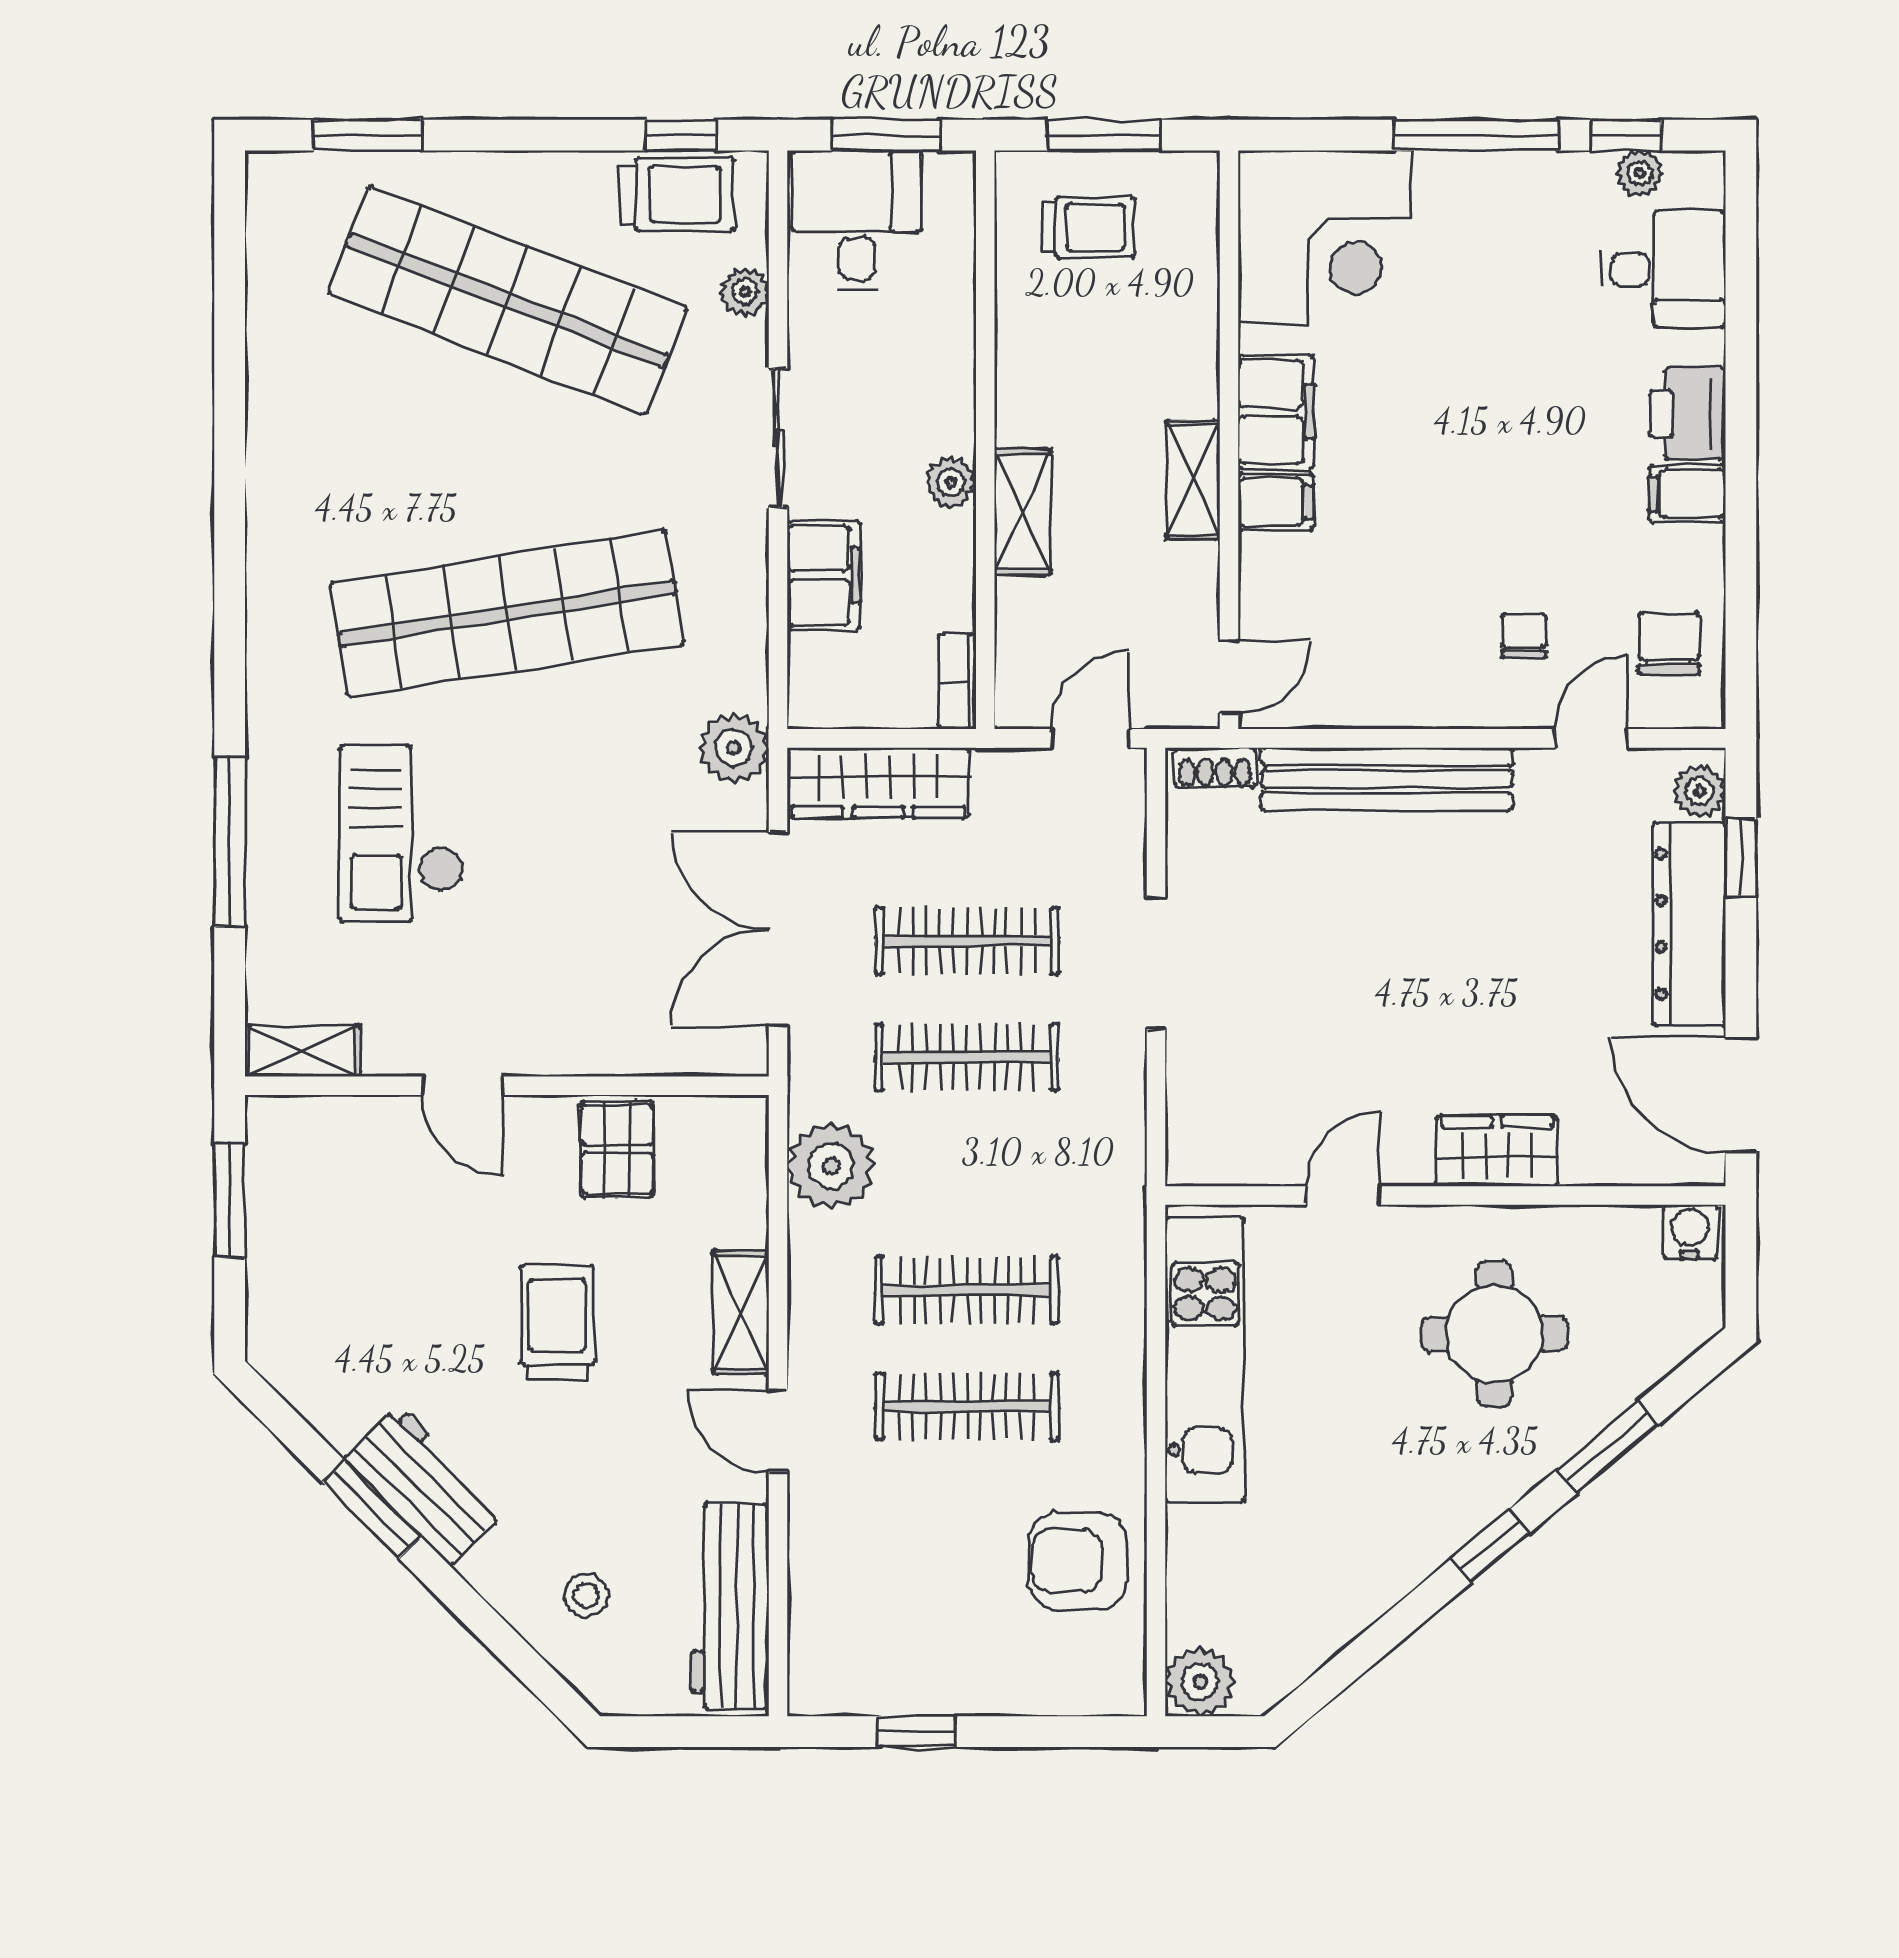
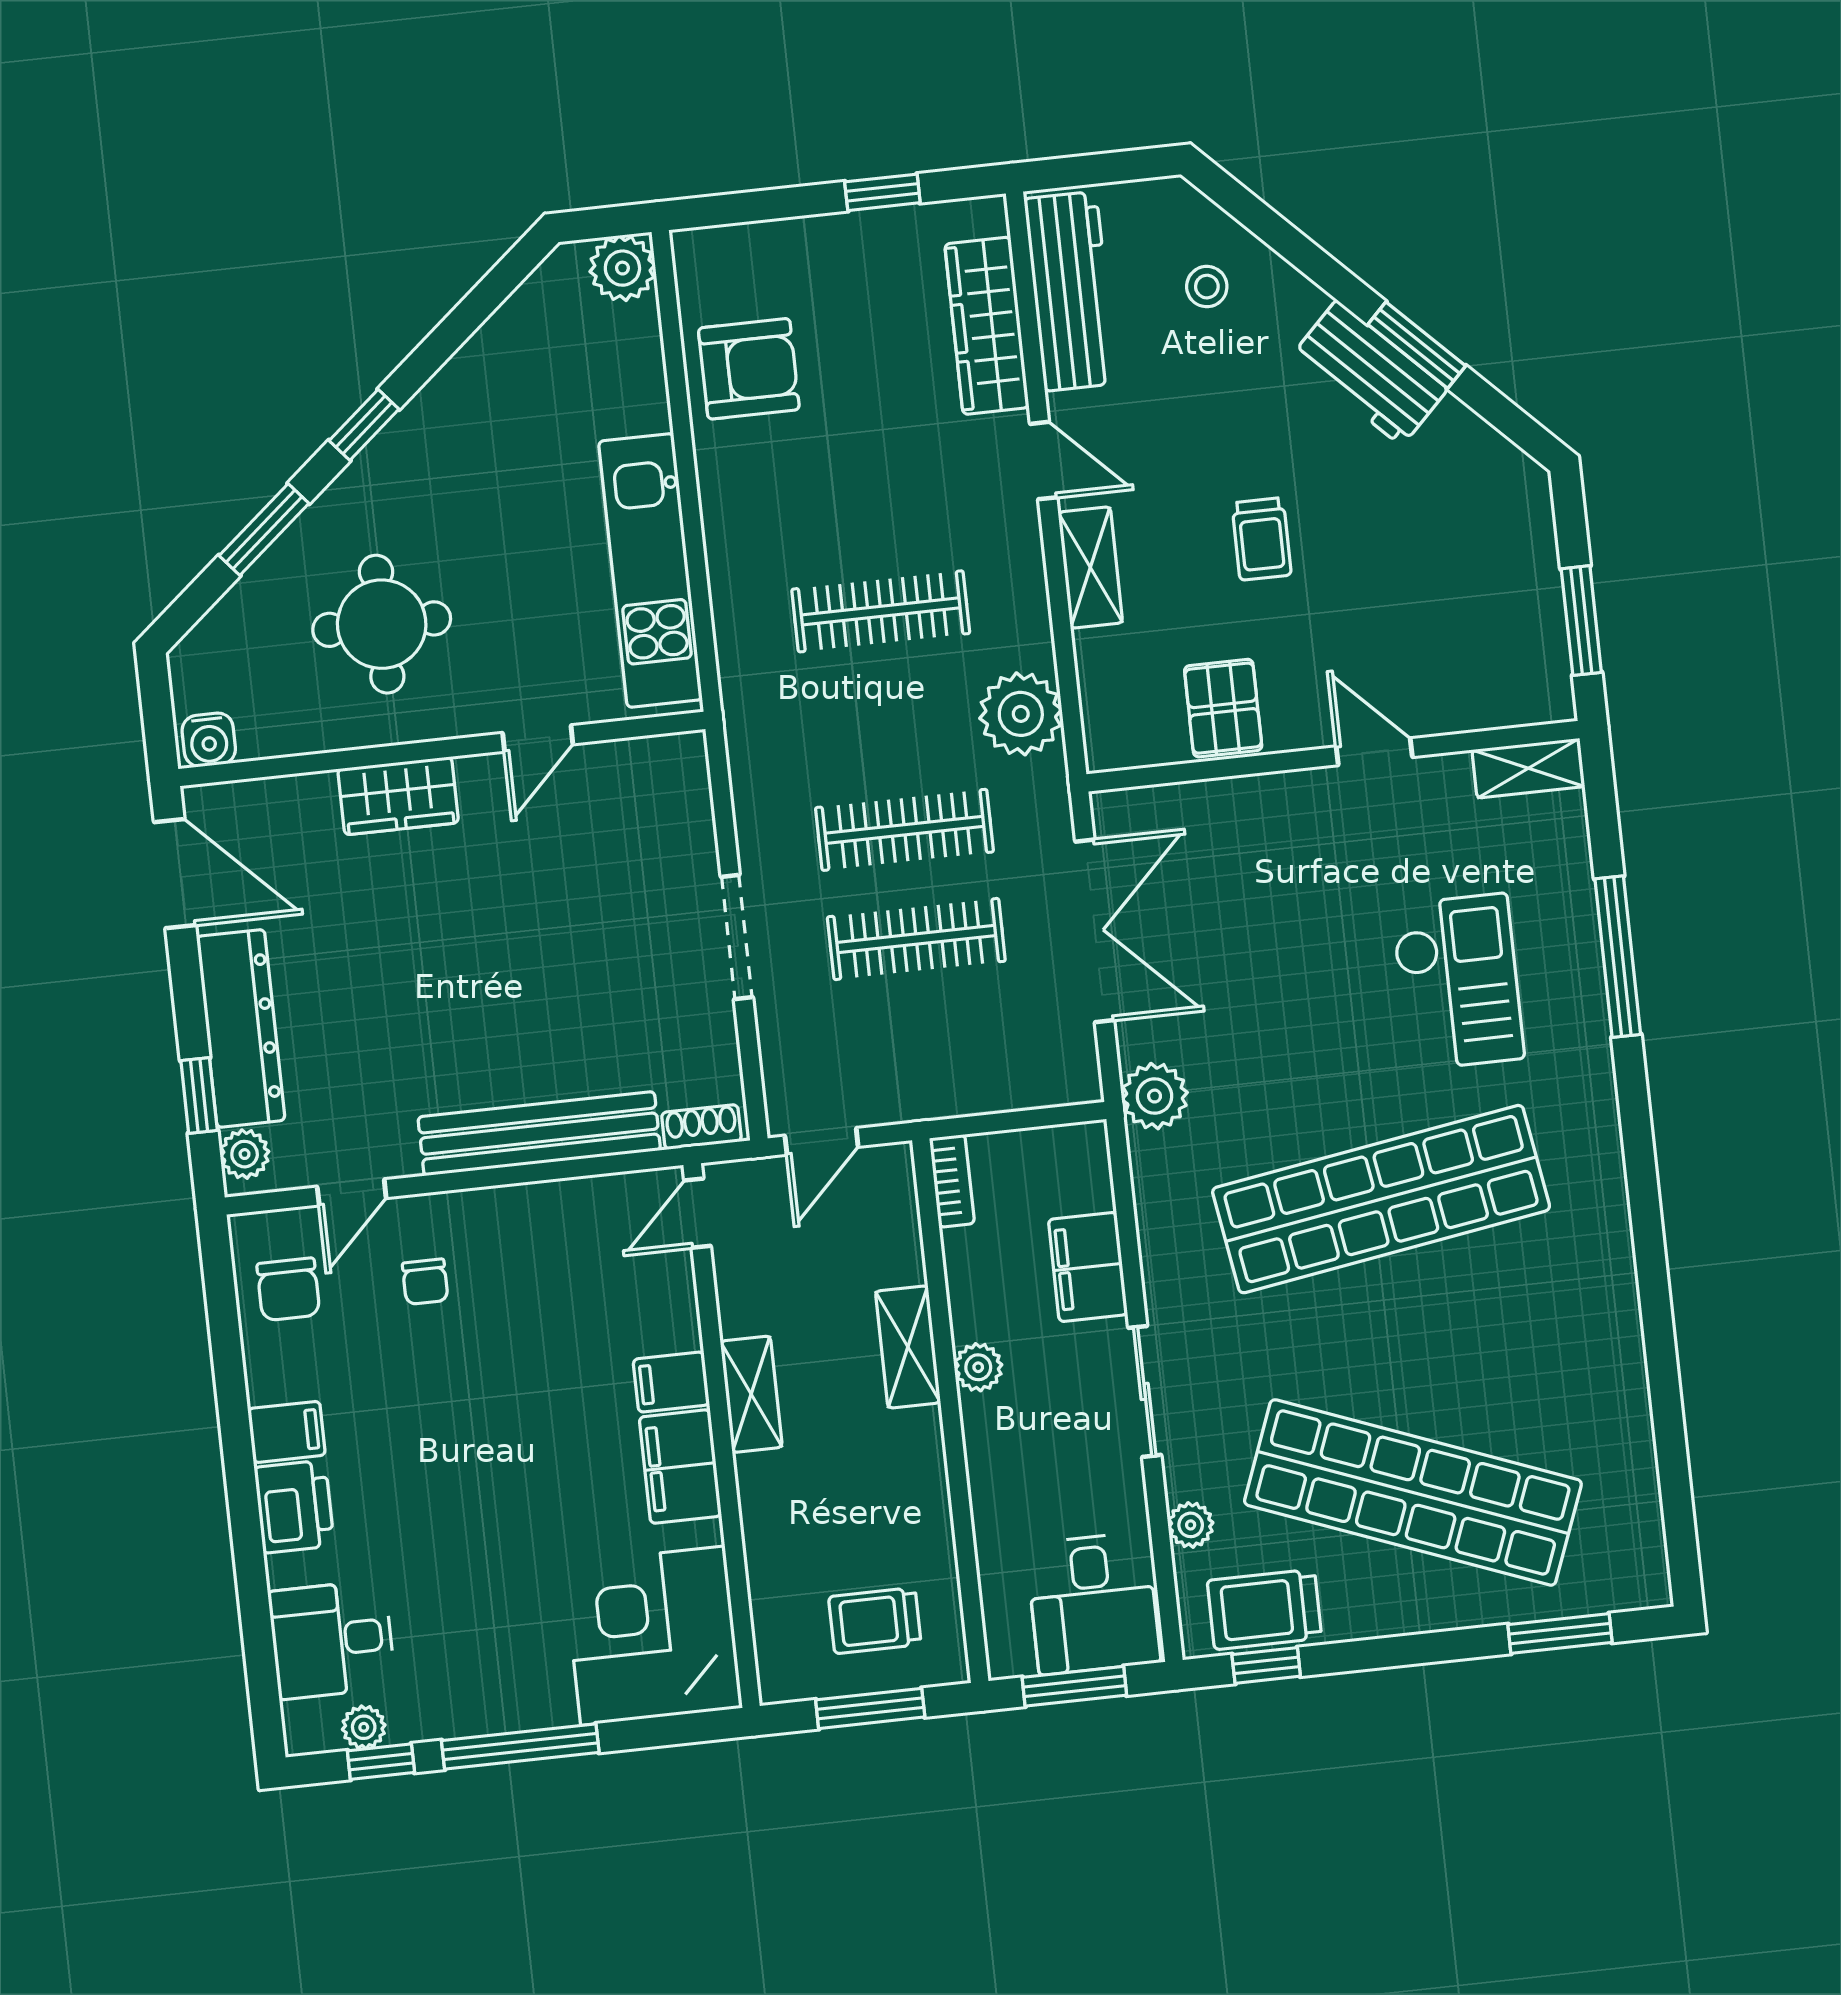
wardrobe: (878, 783) -> (987, 326), moved, turned -90
trolley: (557, 1323) -> (1262, 539), width x0.73, depth x0.72
clothes rail: (967, 1407) -> (869, 502), removed

